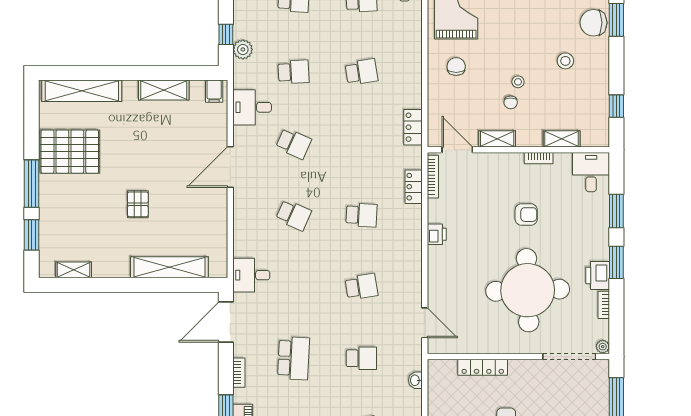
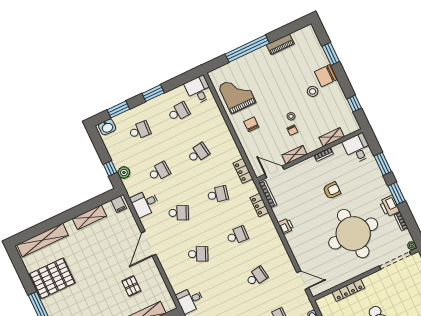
chair: (594, 23) -> (326, 76), moved
school desk: (361, 143) -> (218, 194), added
pallet: (138, 204) -> (131, 286), moved

